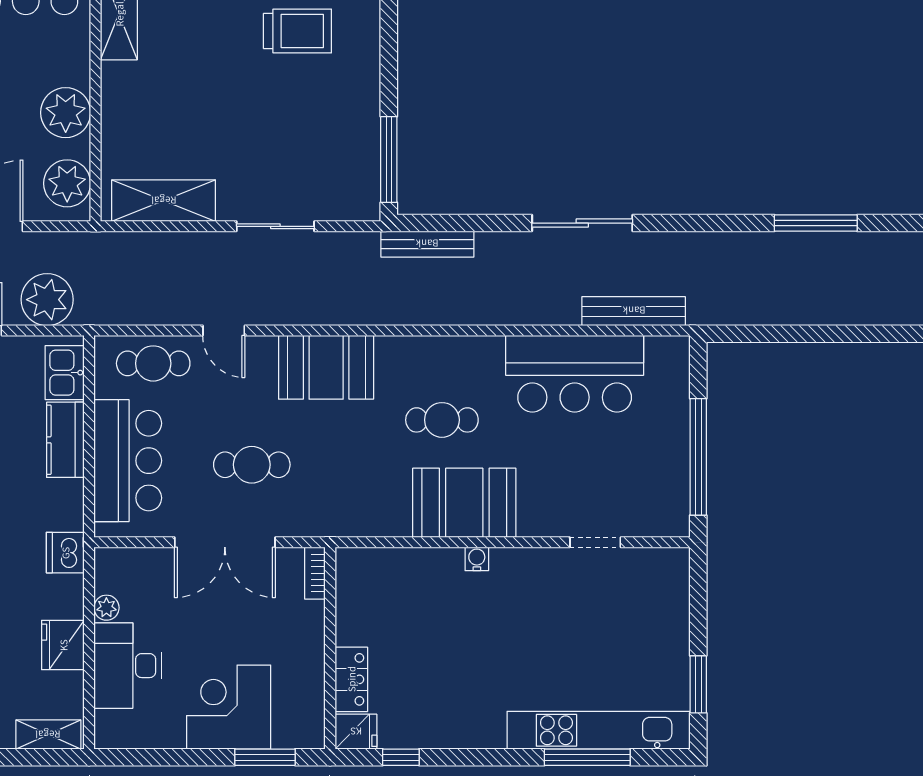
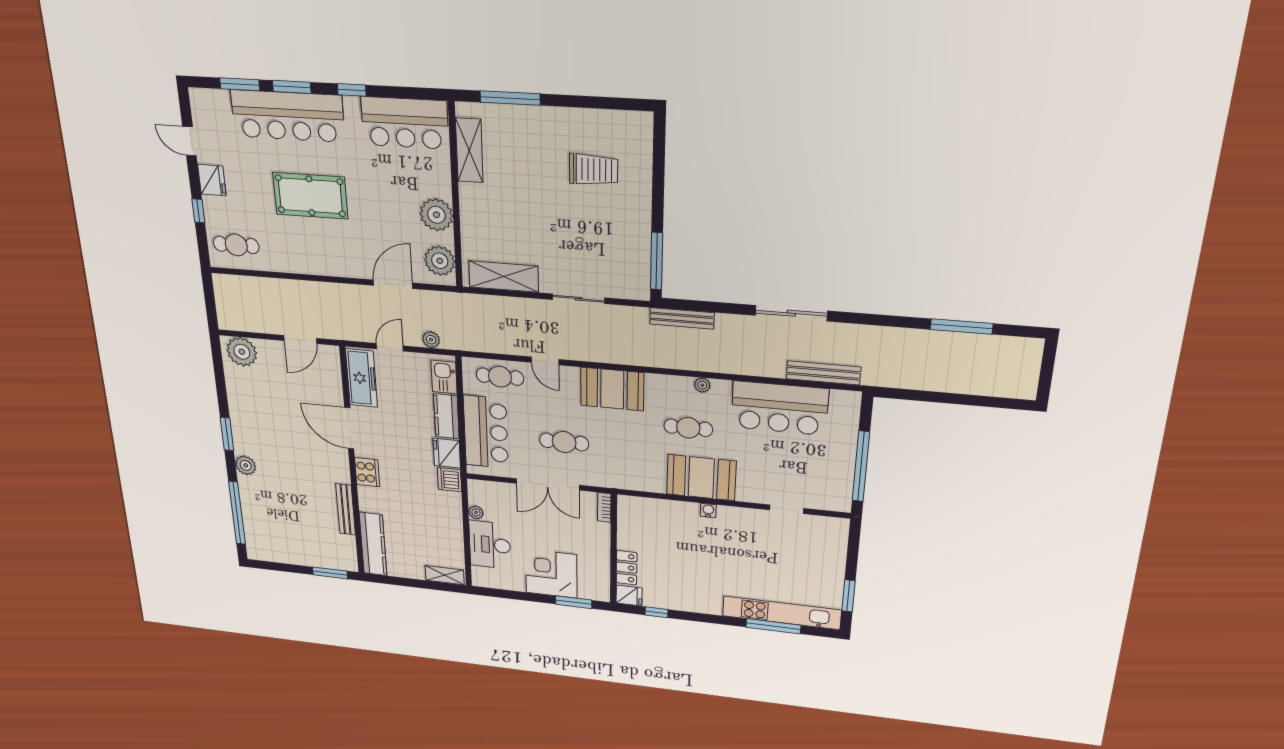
plant: (47, 300) -> (431, 340), width x0.53, depth x0.53
plant: (460, 348) -> (702, 385), added
fridge: (63, 645) -> (447, 453), moved

